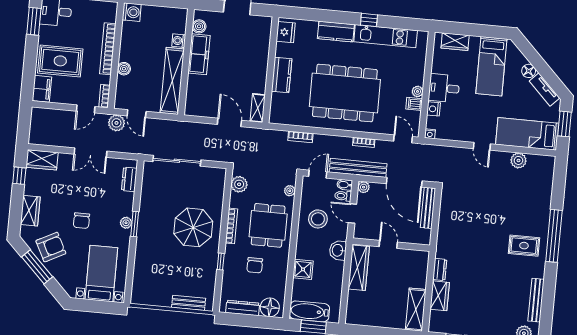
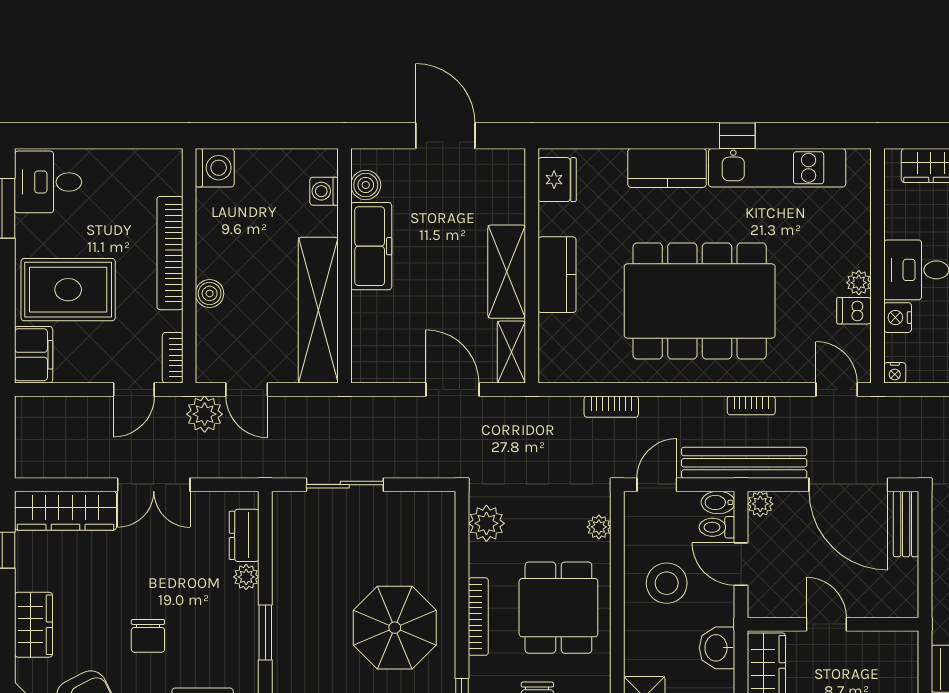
washing machine: (179, 41) -> (324, 191), moved
shelving: (259, 71) -> (507, 272), added
wardrobe: (42, 160) -> (66, 511), width x1.50
sliding door: (177, 161) -> (345, 485), width x0.73
bench: (428, 208) -> (906, 524), width x0.73
plant: (126, 223) -> (246, 577), moved

